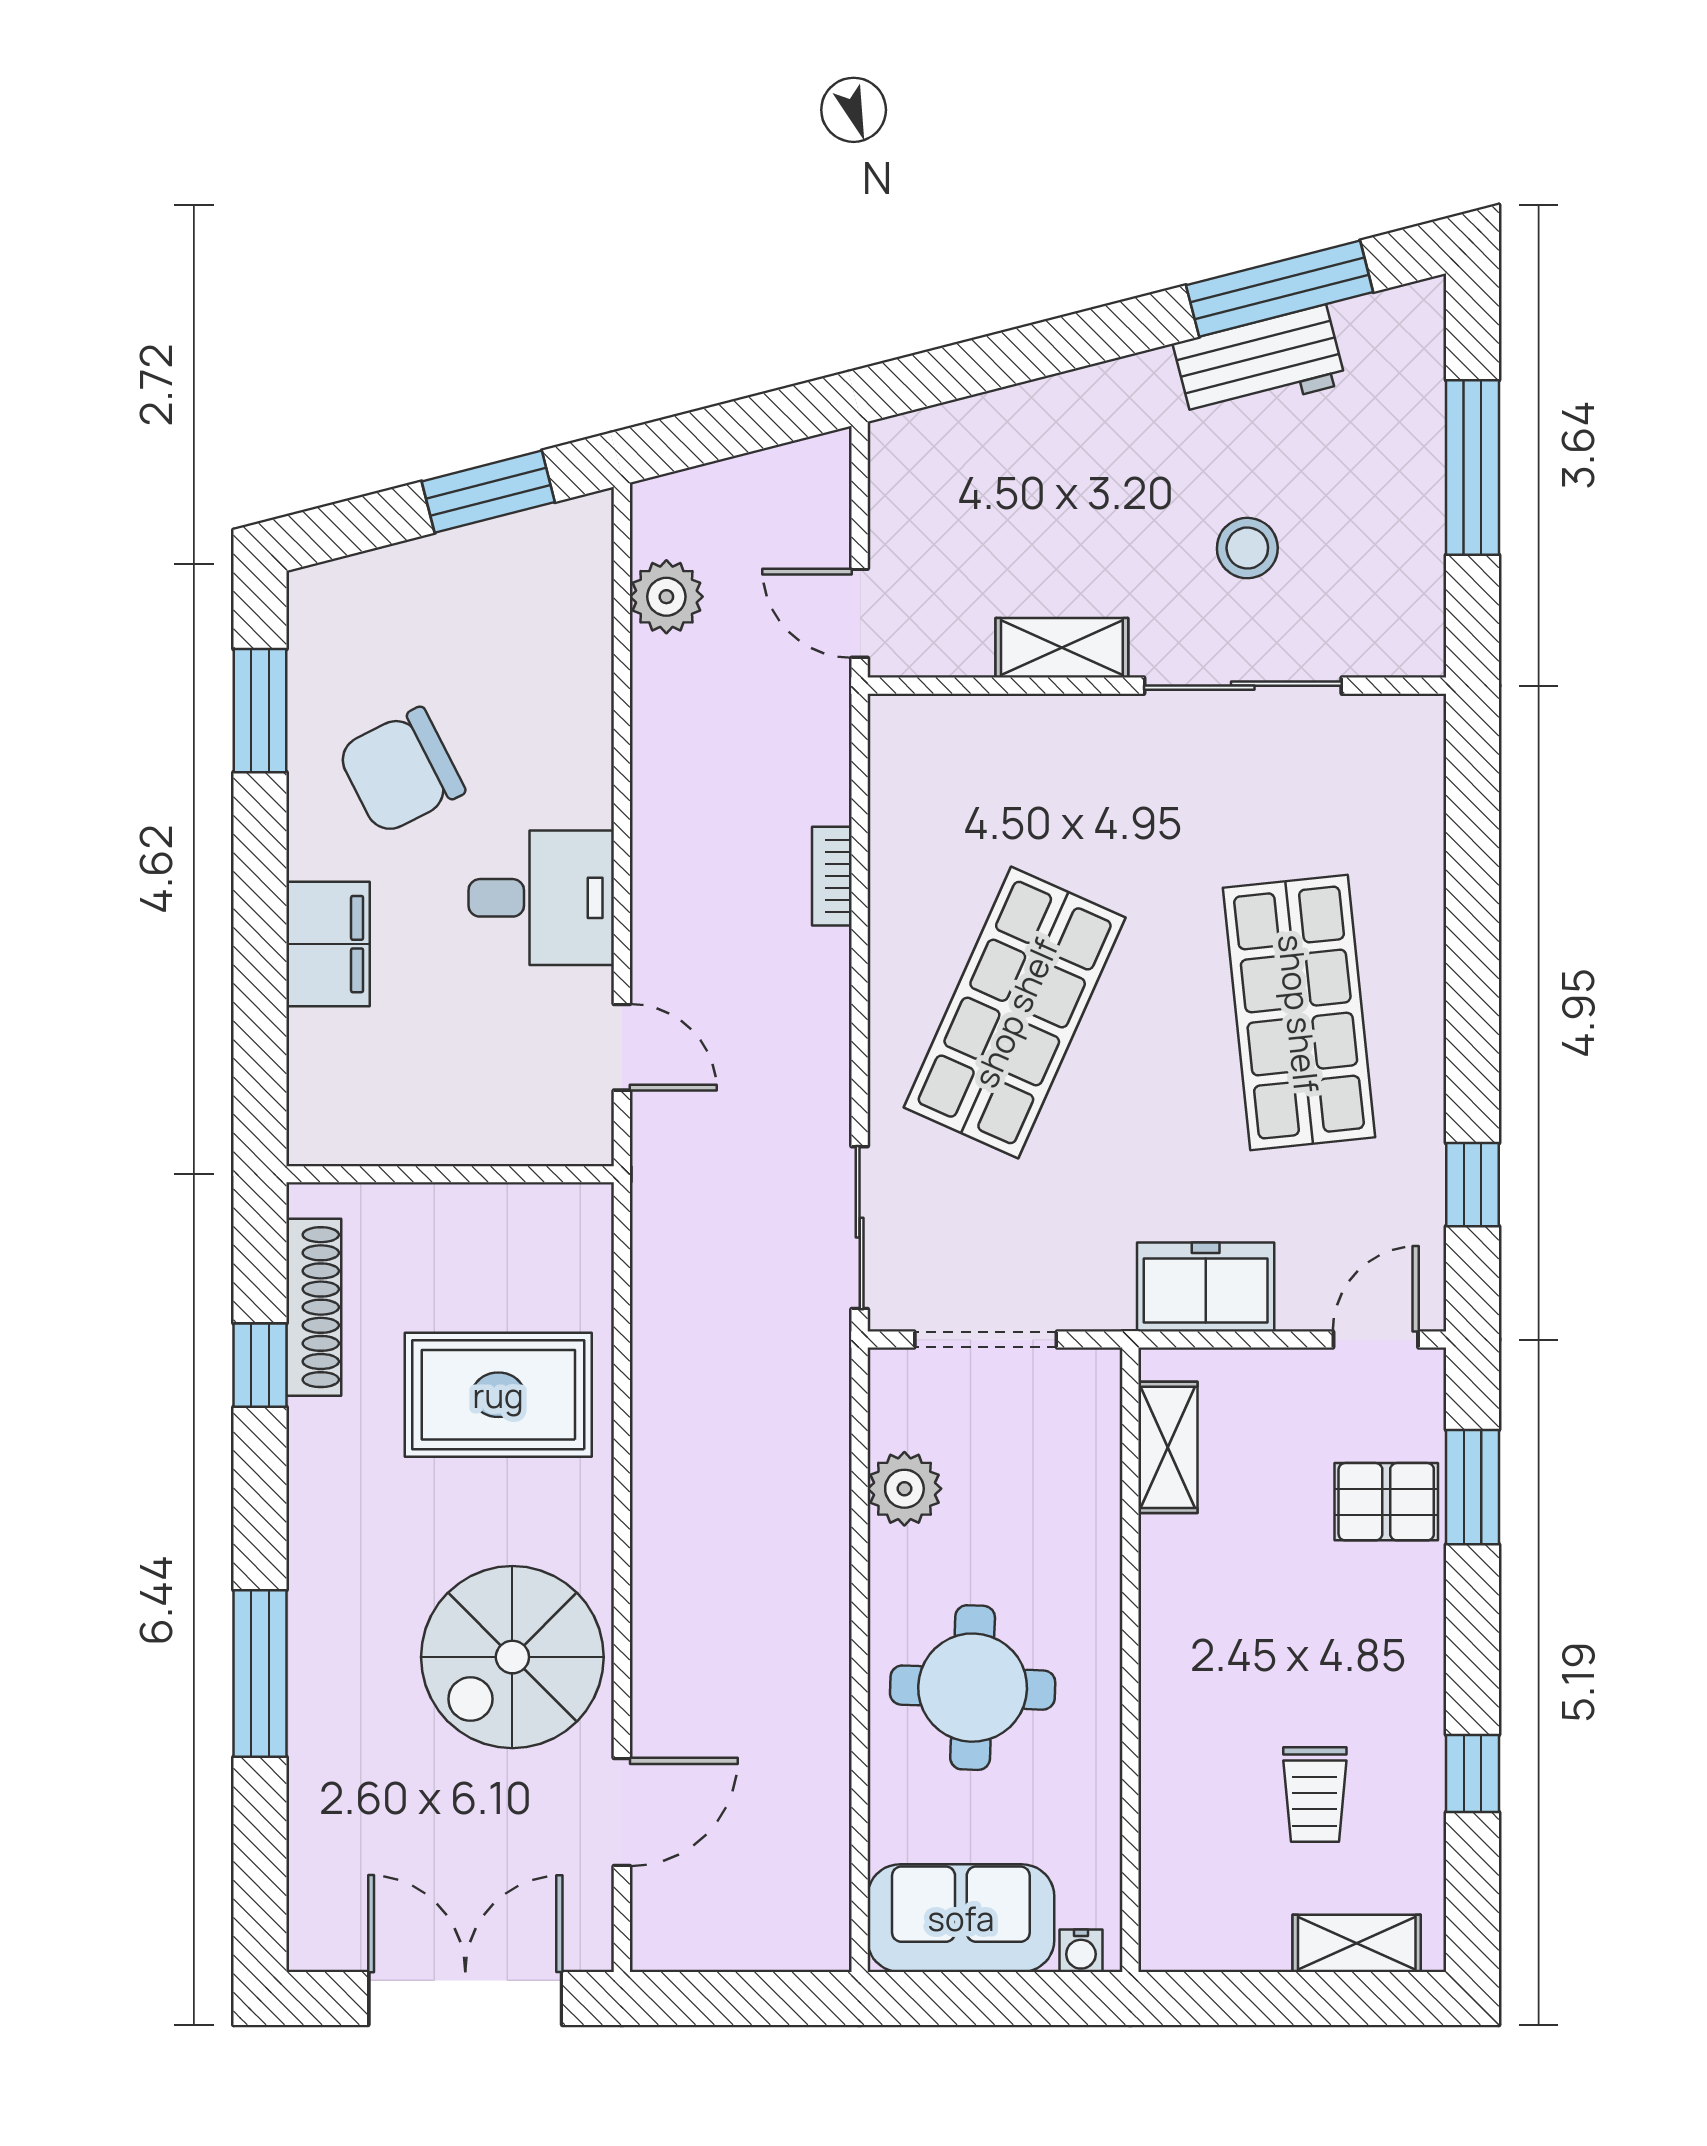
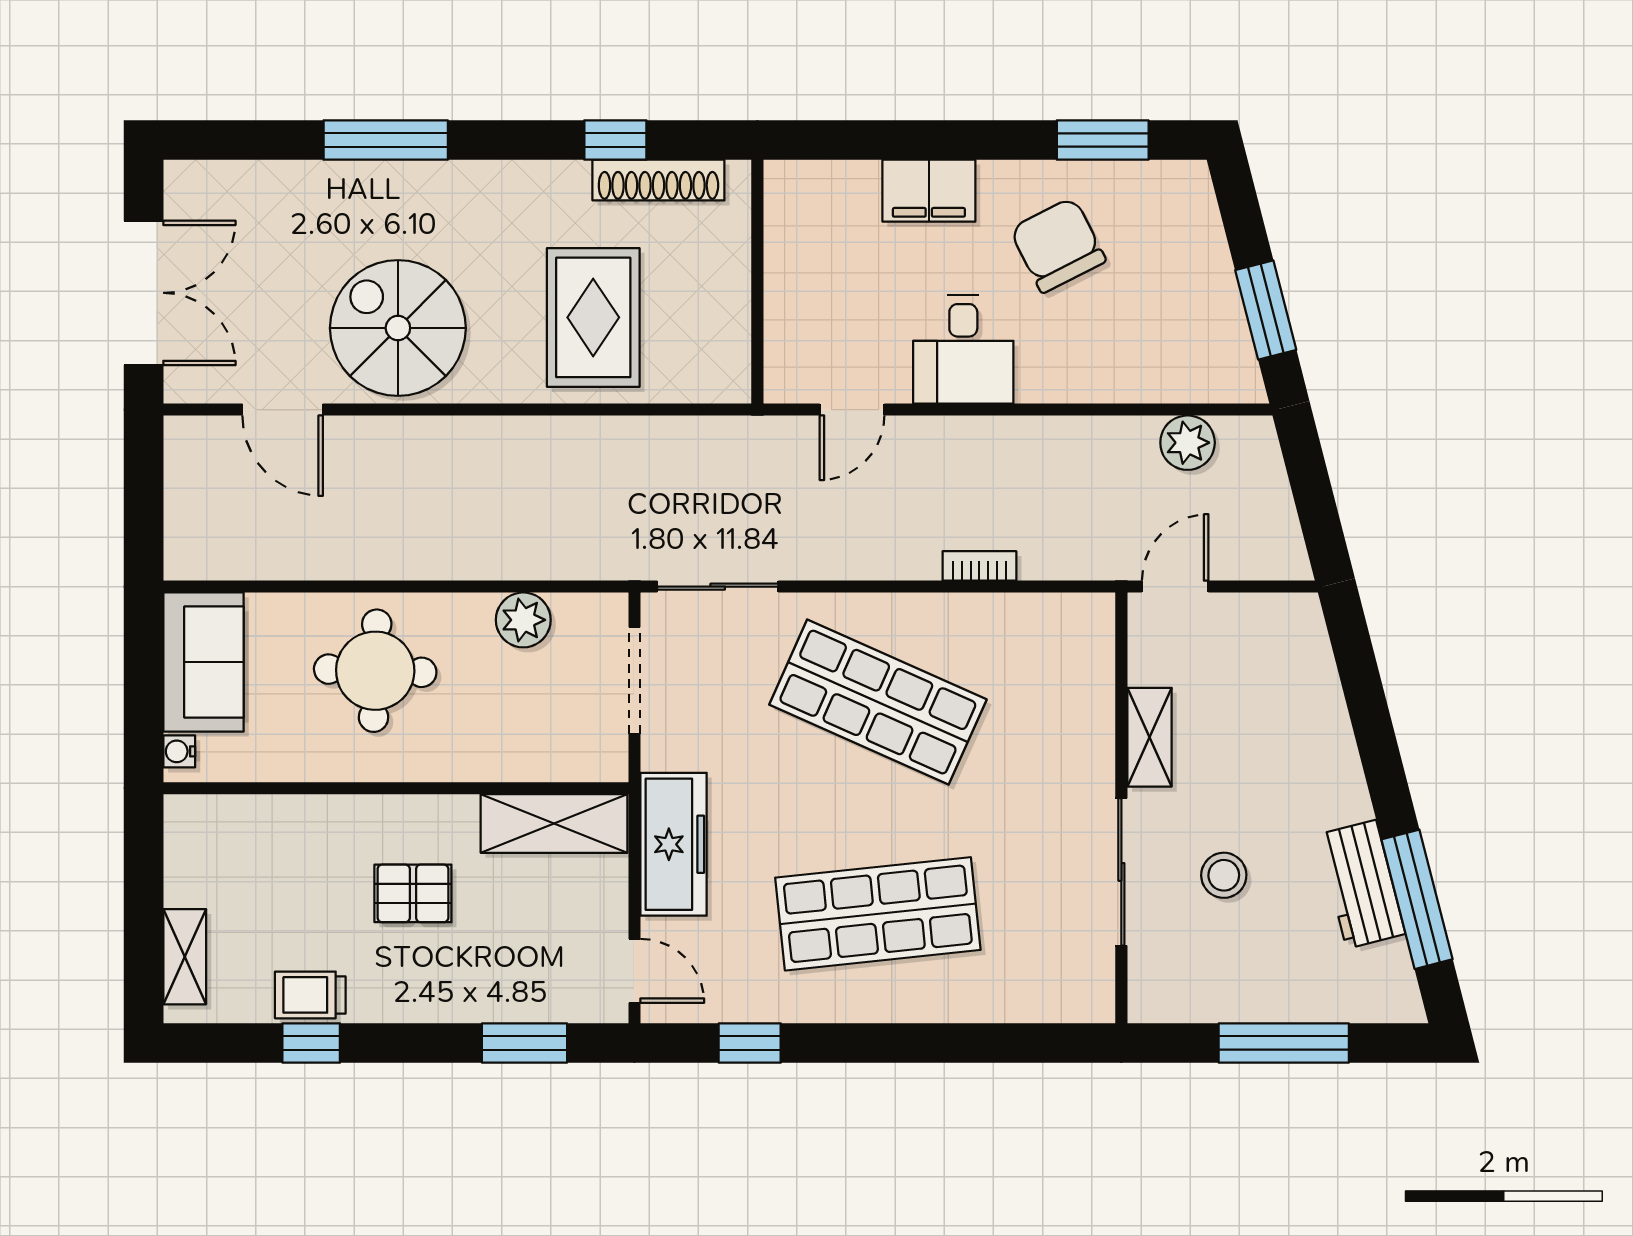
freezer: (1206, 1287) -> (674, 844), width x1.40
shelving: (1168, 1447) -> (554, 823), width x1.50, depth x1.33
pallet: (1386, 1502) -> (413, 893), moved, turned 90
trolley: (1315, 1794) -> (310, 995), moved

